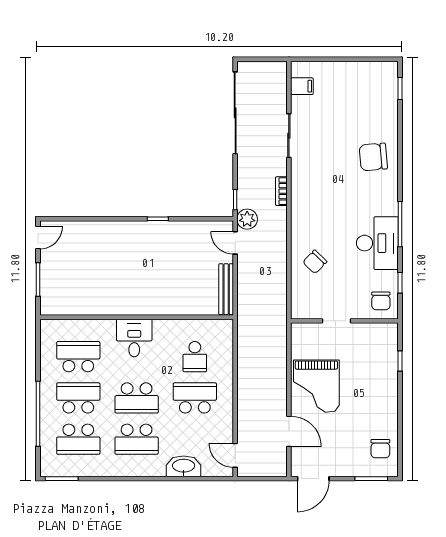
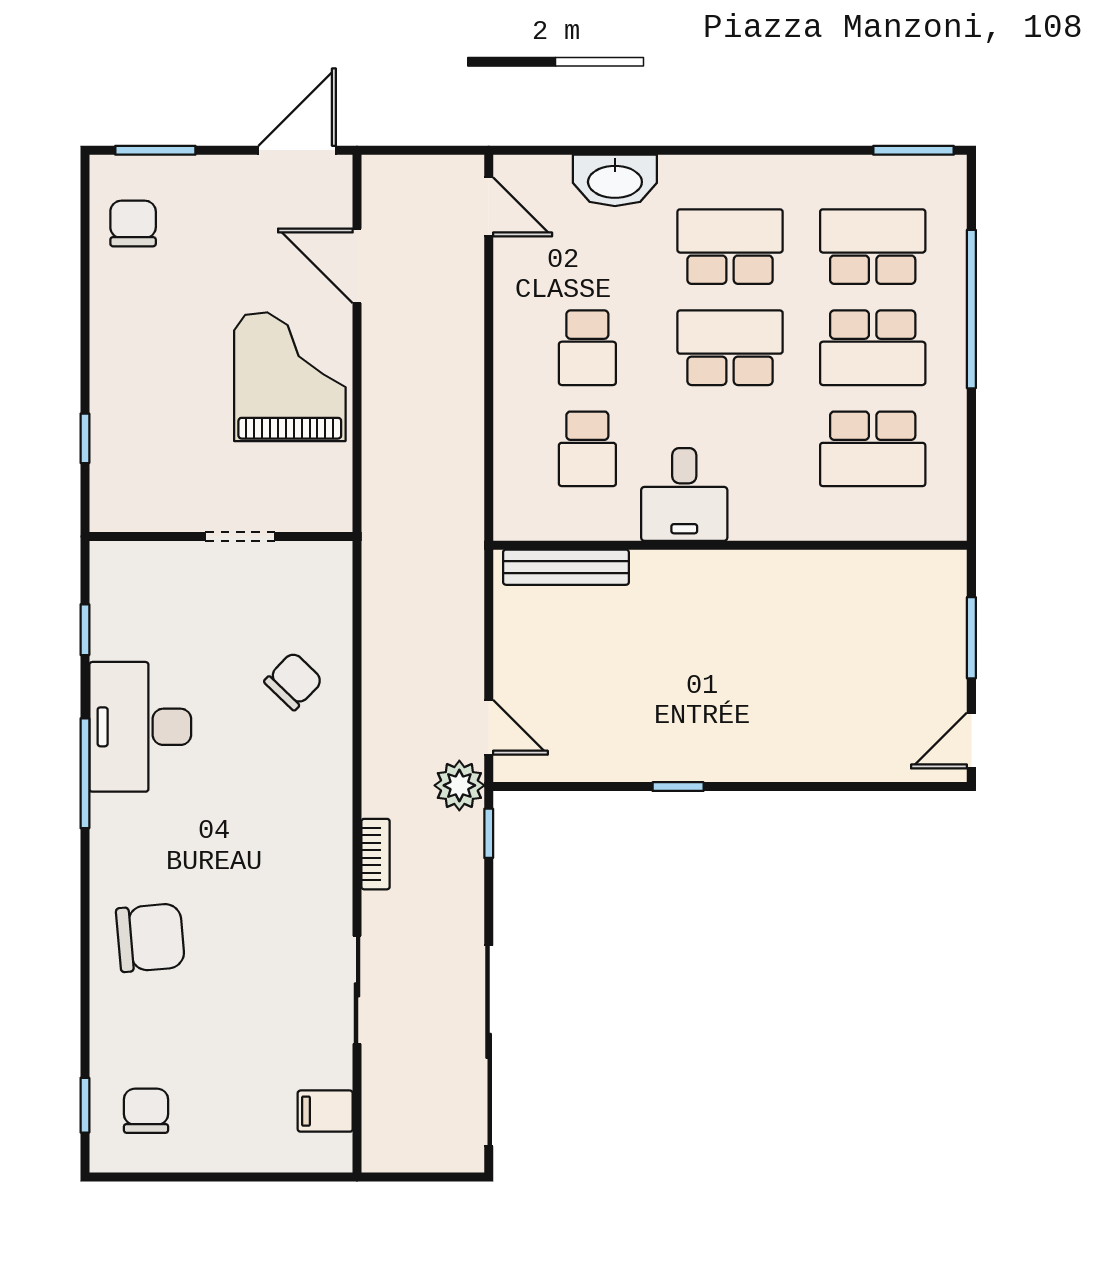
bench: (226, 289) -> (566, 567), moved, turned 90
chair: (381, 301) -> (146, 1111), moved
desk: (134, 338) -> (684, 494), moved
school desk: (195, 357) -> (587, 449), turned 180
school desk: (195, 398) -> (587, 348), width x0.54

